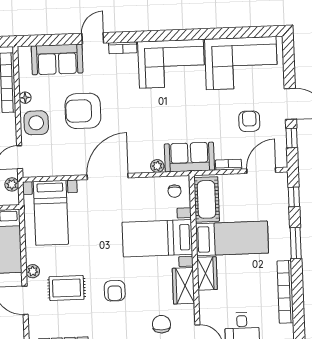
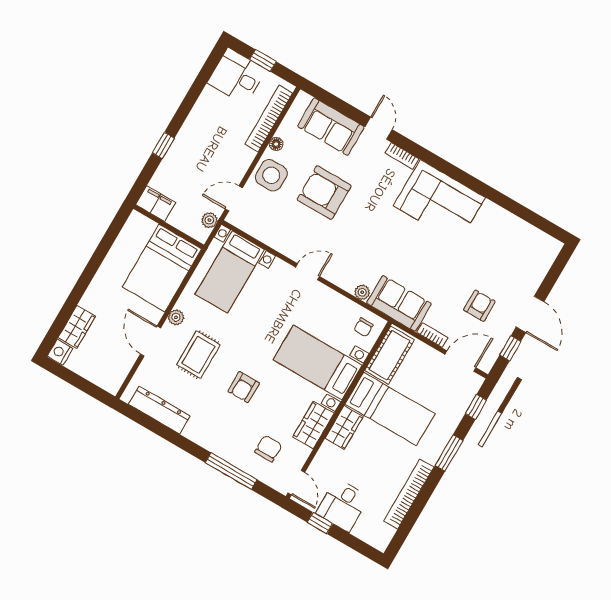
door: (93, 38) -> (379, 128), hinge flipped
corner sofa: (241, 63) -> (507, 244), removed
door: (108, 176) -> (308, 272), width x0.53
rug: (67, 288) -> (198, 355), turned 90

